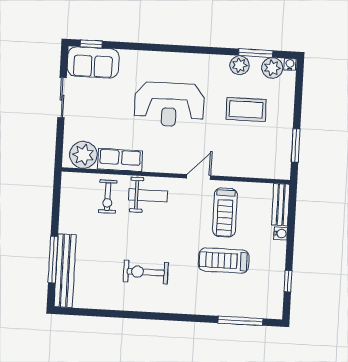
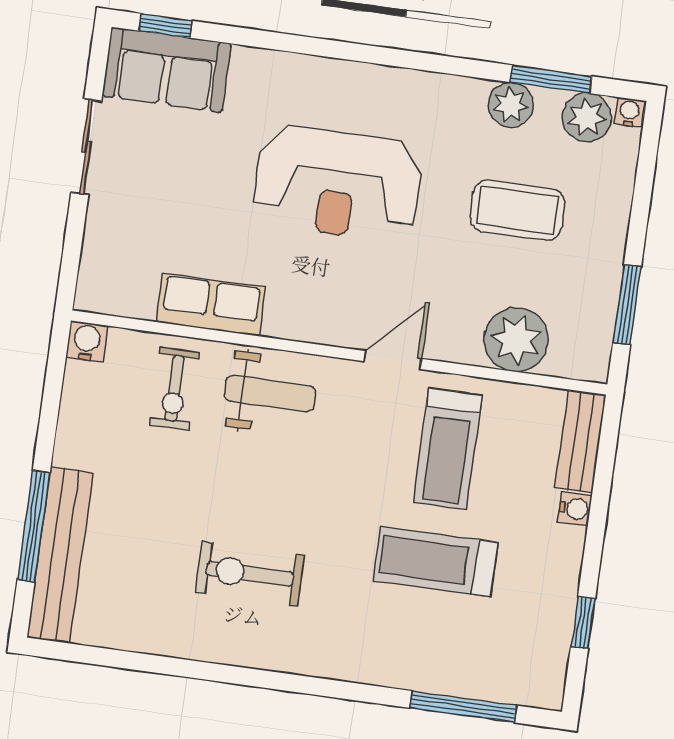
plant: (83, 155) -> (516, 340), moved
water cooler: (69, 180) -> (87, 341), added

